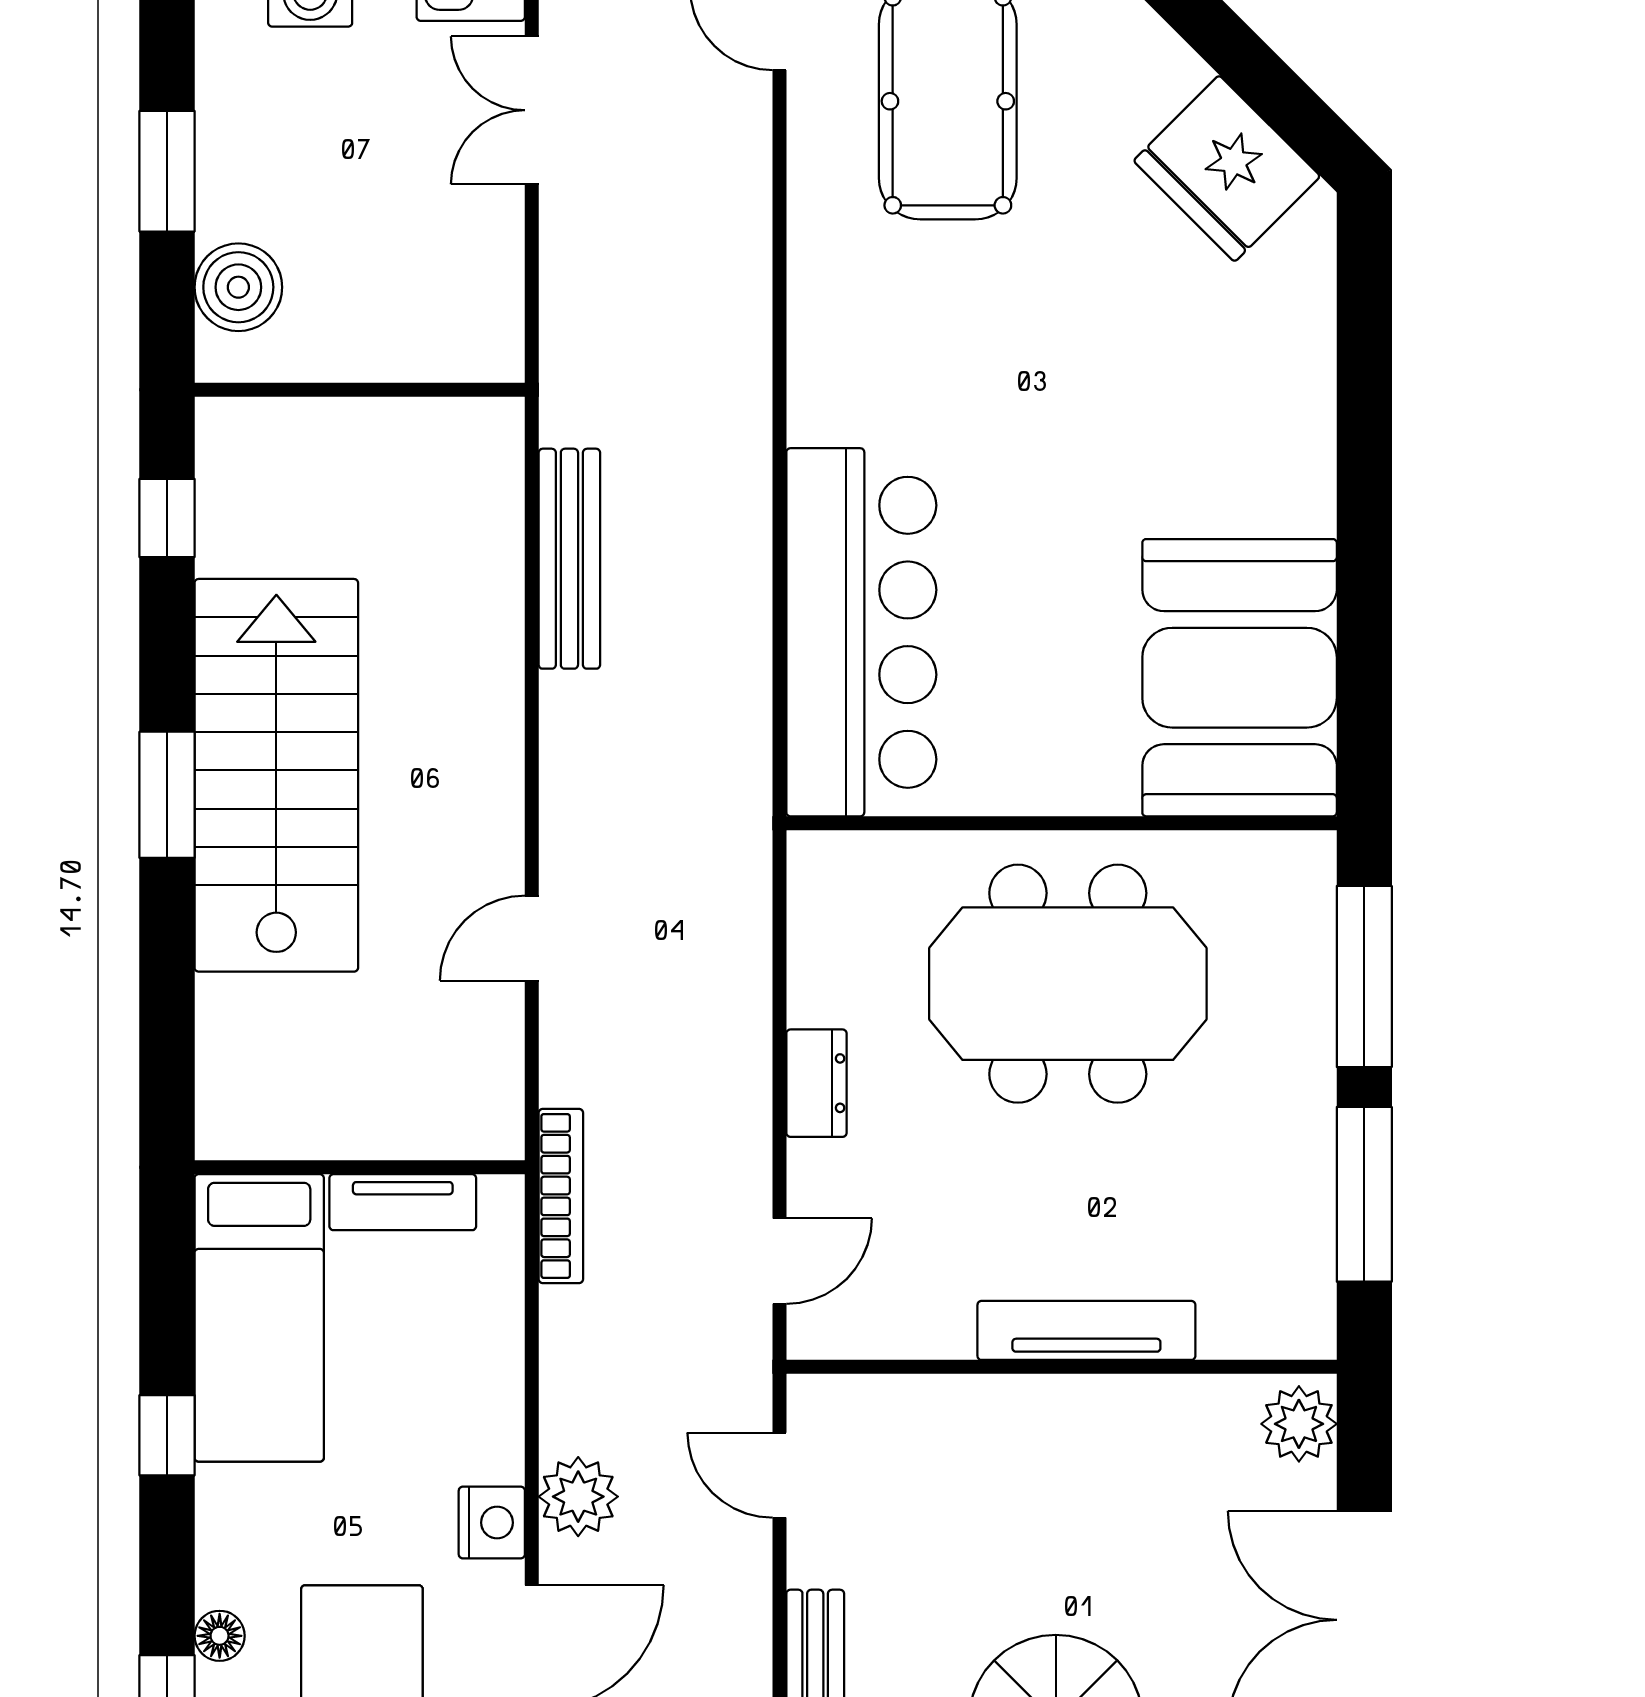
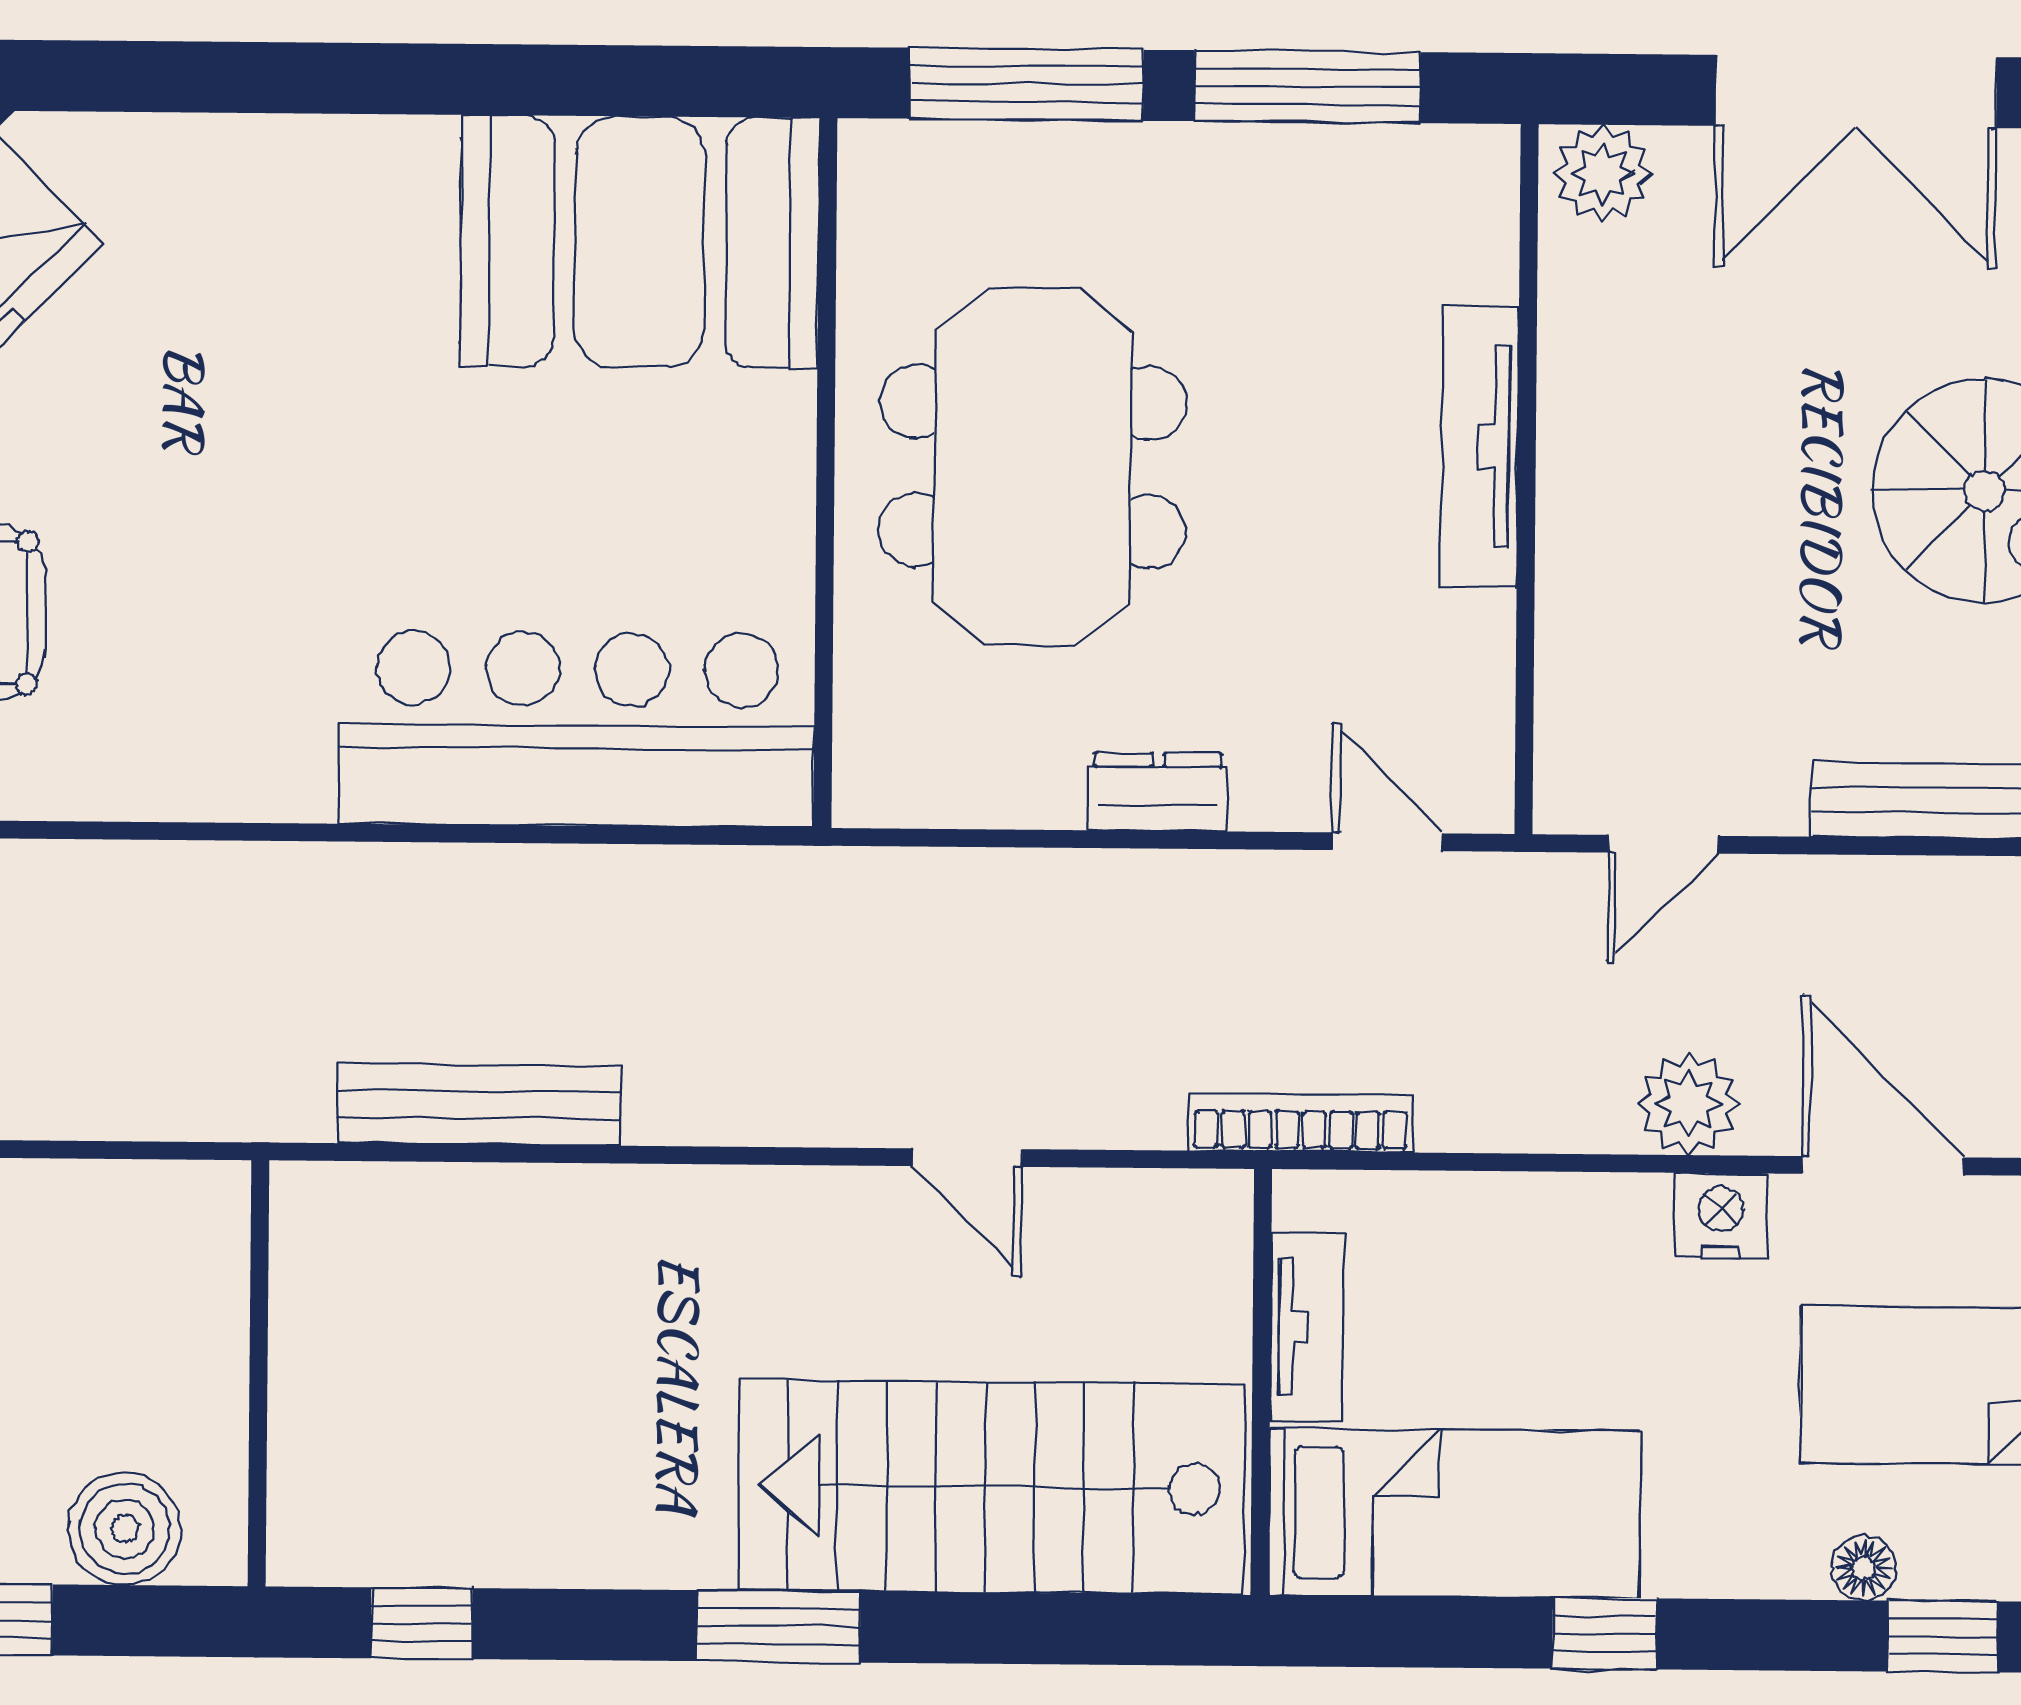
stairs: (276, 775) -> (992, 1487), moved

